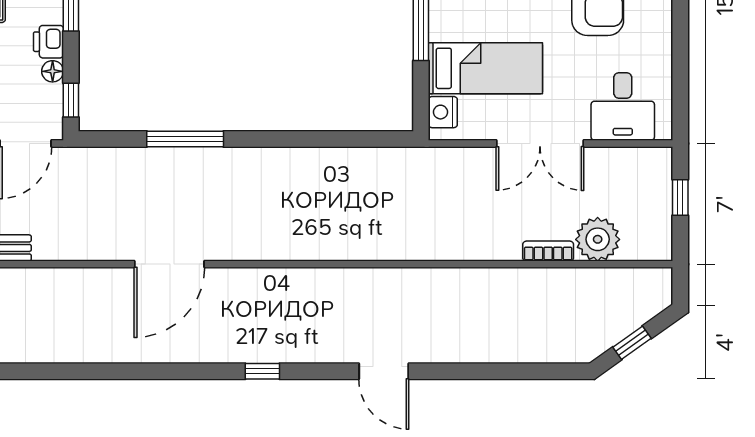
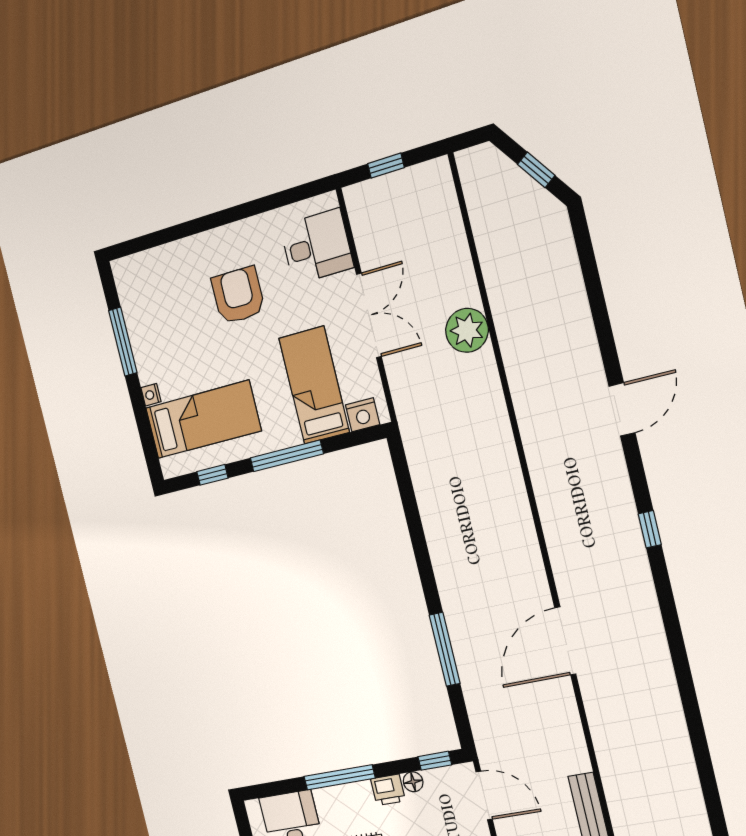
plant: (598, 239) -> (467, 330), moved
bookcase: (548, 251) -> (467, 279), removed
door: (169, 264) -> (565, 641), swing flipped

